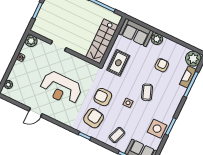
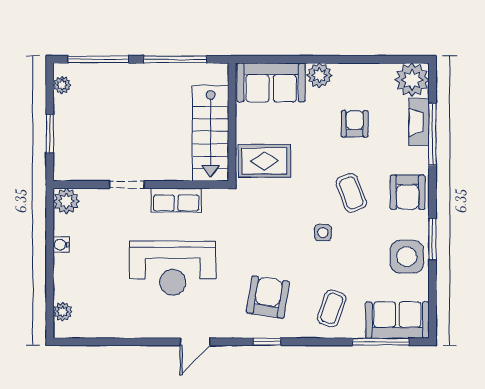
row of seats: (75, 61) -> (176, 200), added
rug: (118, 63) -> (264, 161), turned 90
armchair: (103, 97) -> (408, 192), moved, turned -90
door: (36, 112) -> (195, 342), moved

